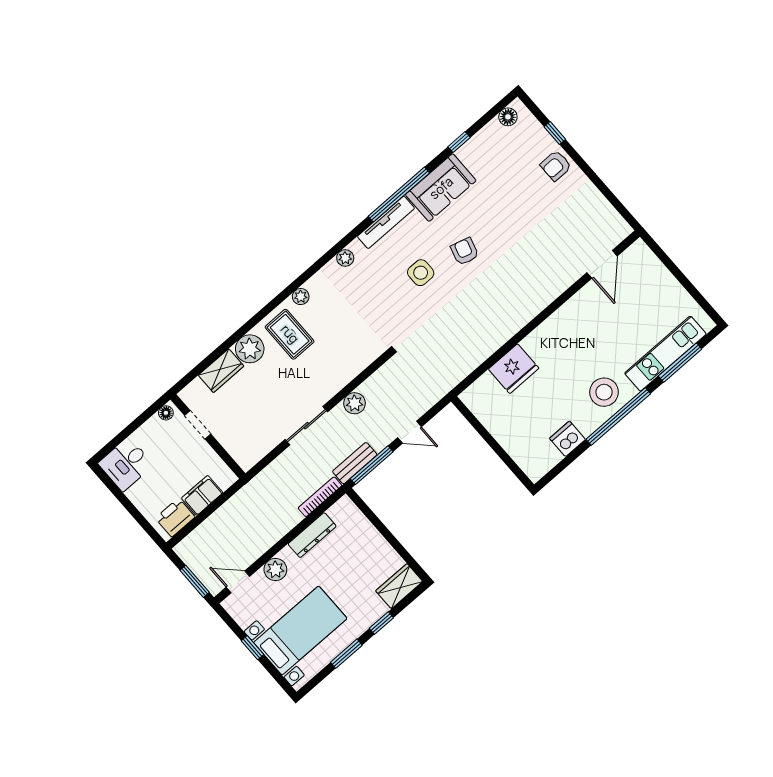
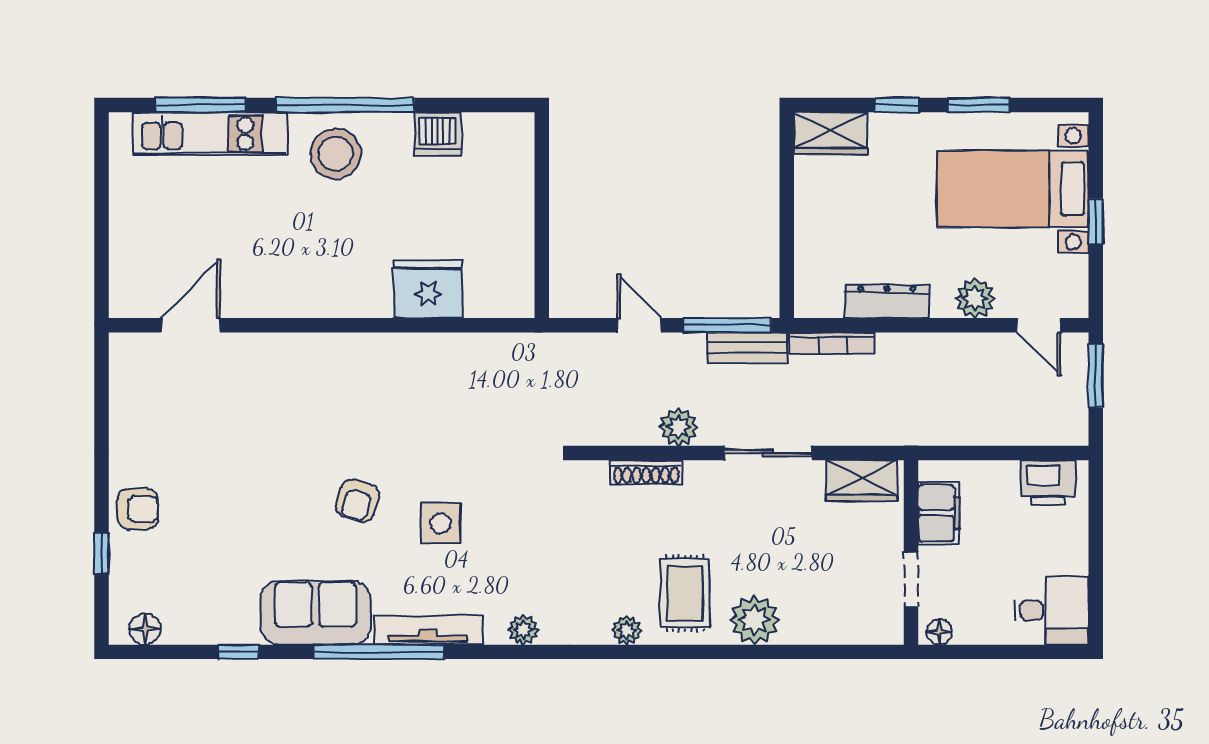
wardrobe: (221, 371) -> (862, 481), moved, turned 180
shoe rack: (351, 372) -> (646, 472), added
filing cabinet: (202, 495) -> (939, 513), moved, turned -90

